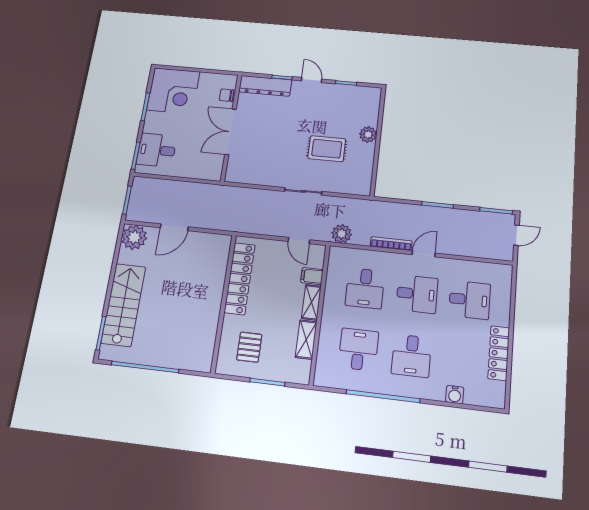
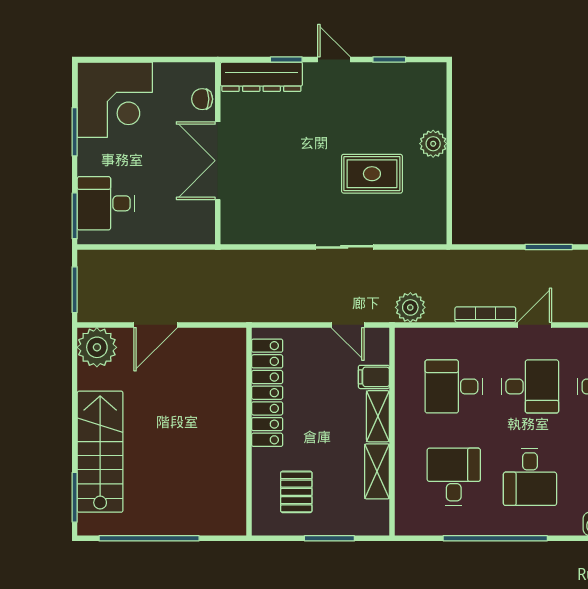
desk: (365, 288) -> (454, 386), turned 90

